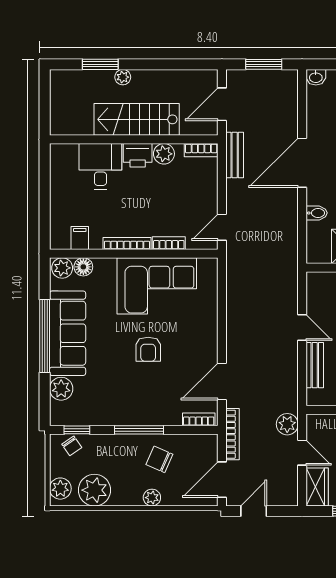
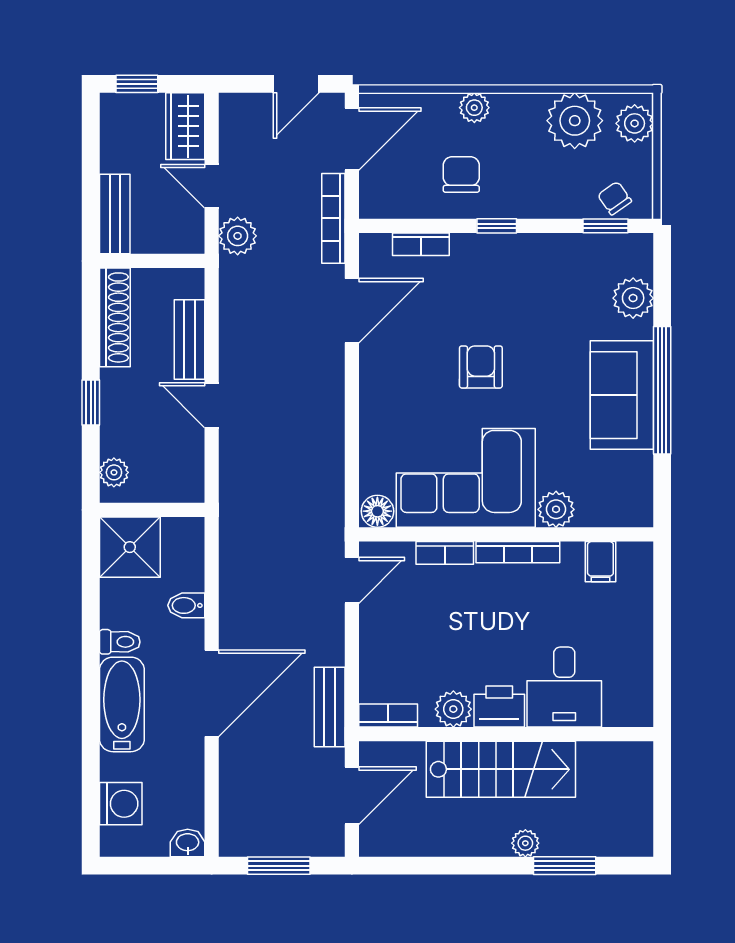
floor lamp: (83, 267) -> (377, 511), moved
plant: (62, 268) -> (556, 509), moved
sofa: (68, 333) -> (622, 395), width x0.73
bookcase: (199, 419) -> (421, 244), moved
window: (139, 430) -> (497, 226), width x0.46
chair: (159, 459) -> (461, 175), turned -114

